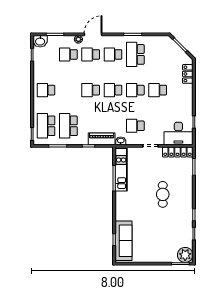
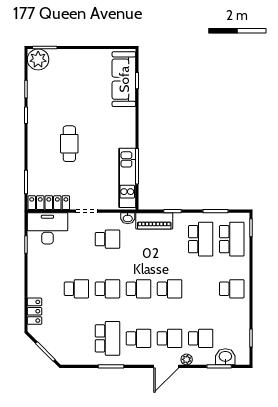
washbasin: (40, 41) -> (225, 357), moved

